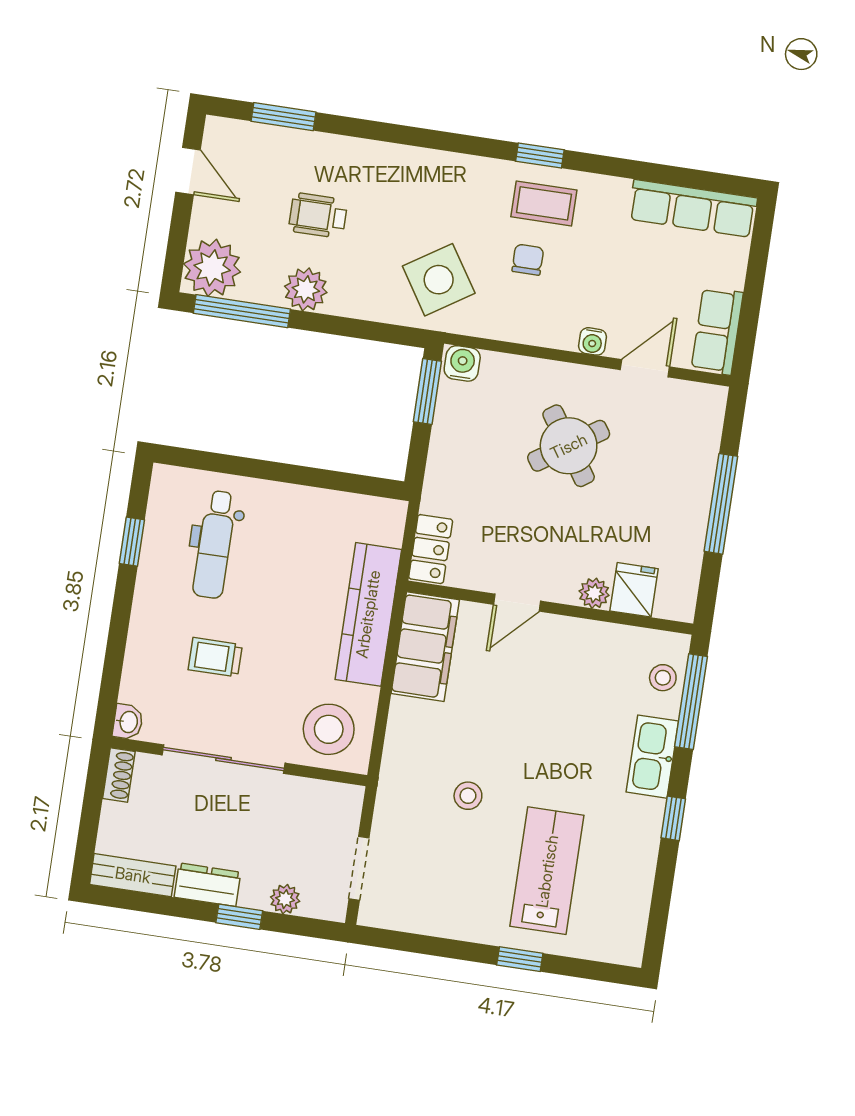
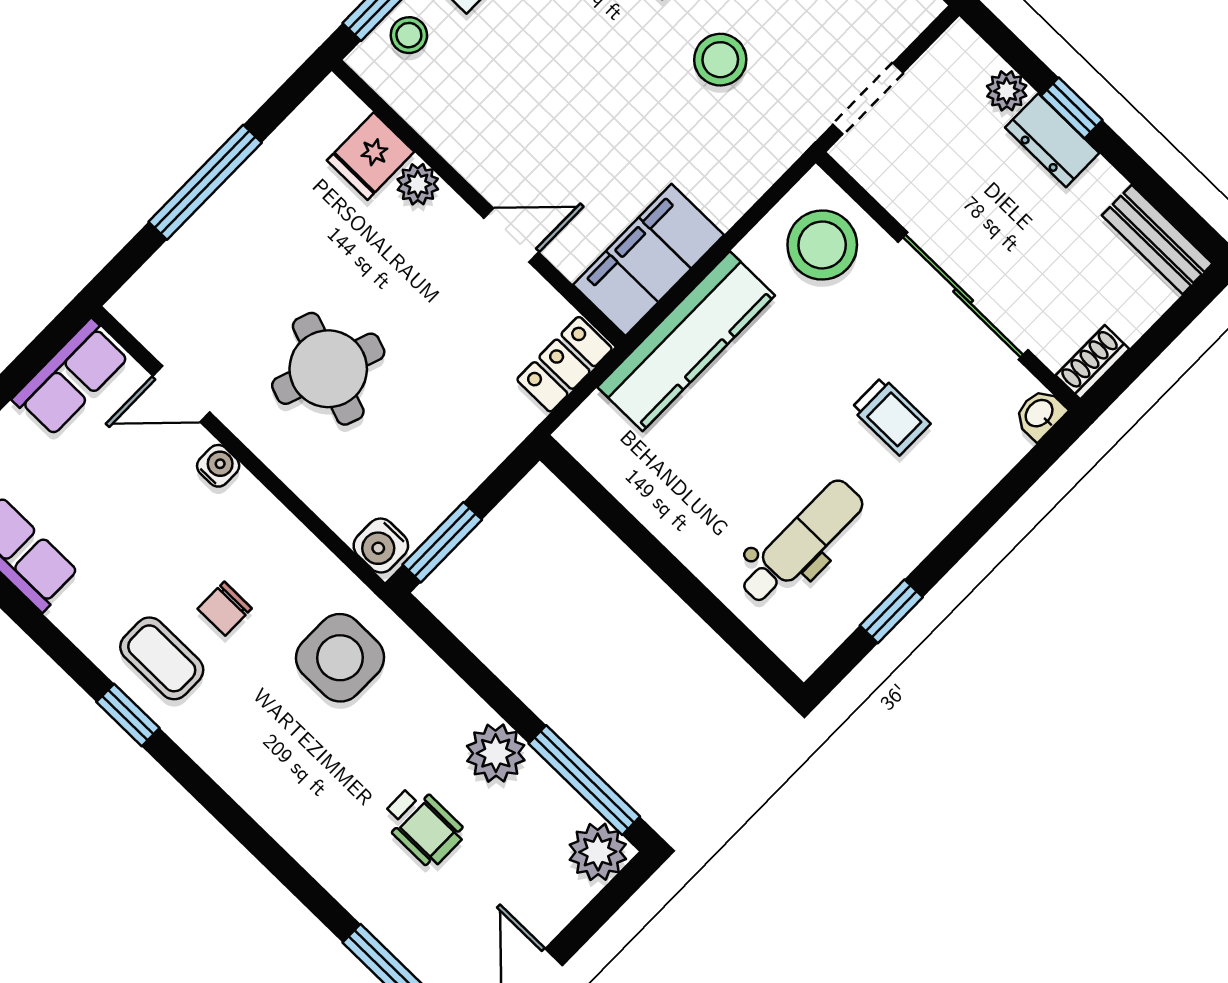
plant: (212, 268) -> (598, 852), width x0.73, depth x0.73
side table: (439, 280) -> (340, 658), turned 33
round table: (569, 446) -> (328, 369), turned -36
stool: (468, 796) -> (720, 60), width x1.37, depth x1.37
doorway: (359, 868) -> (868, 99), moved
dresser: (207, 885) -> (1052, 140), moved

